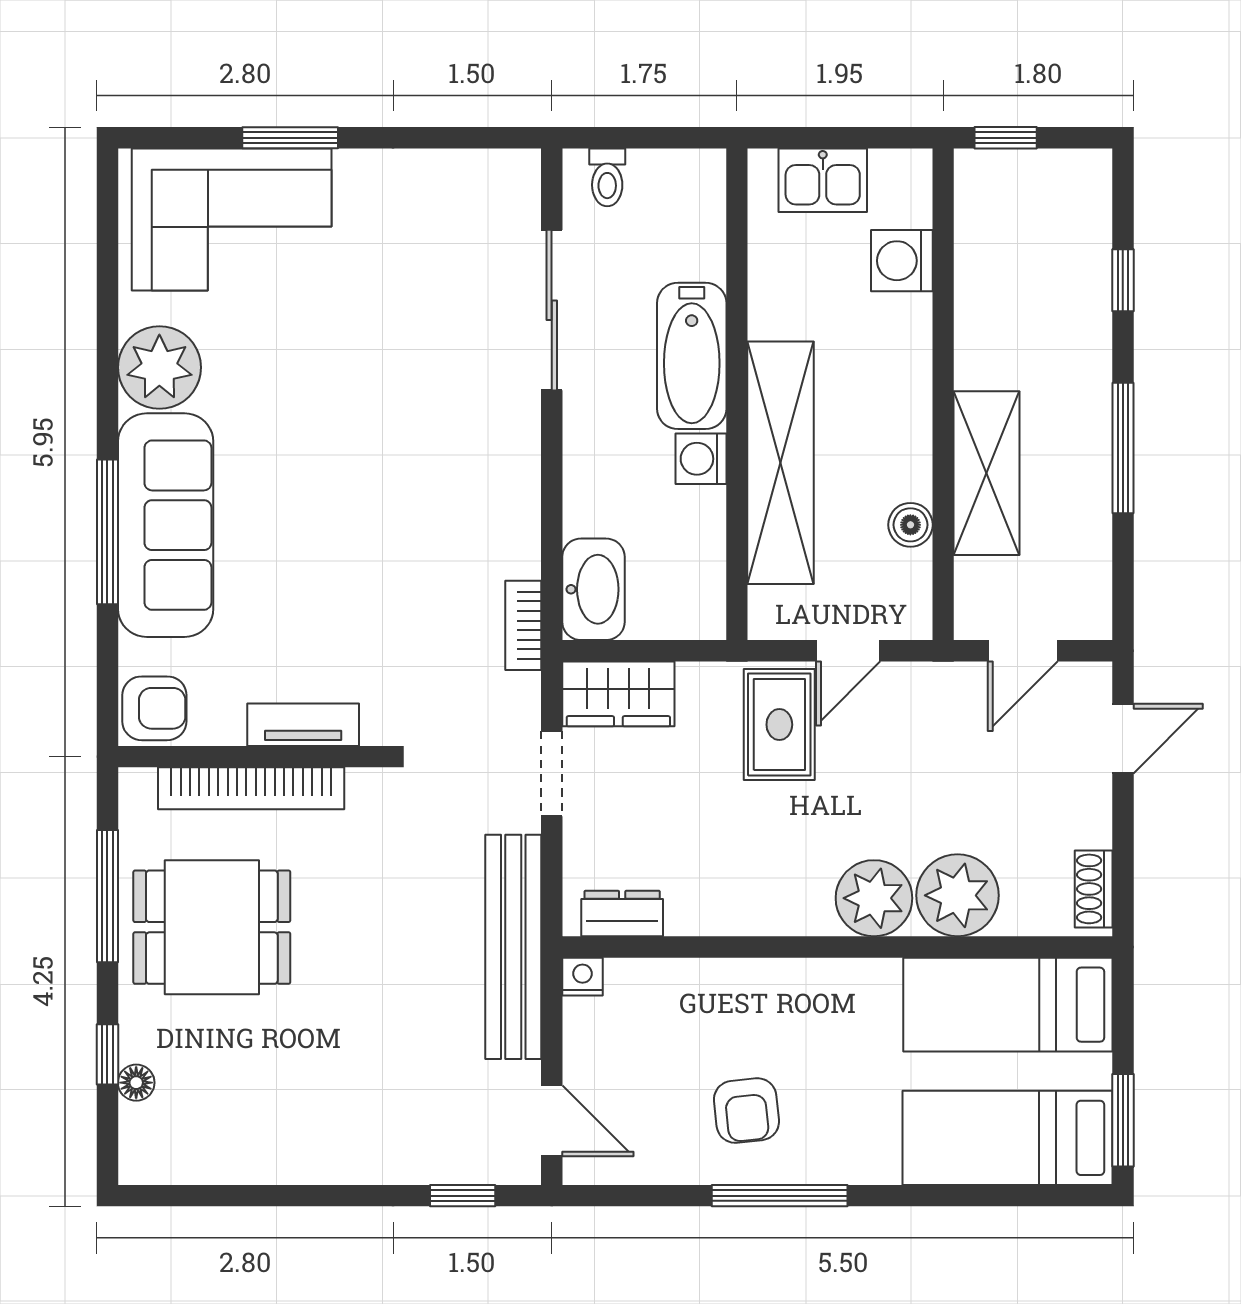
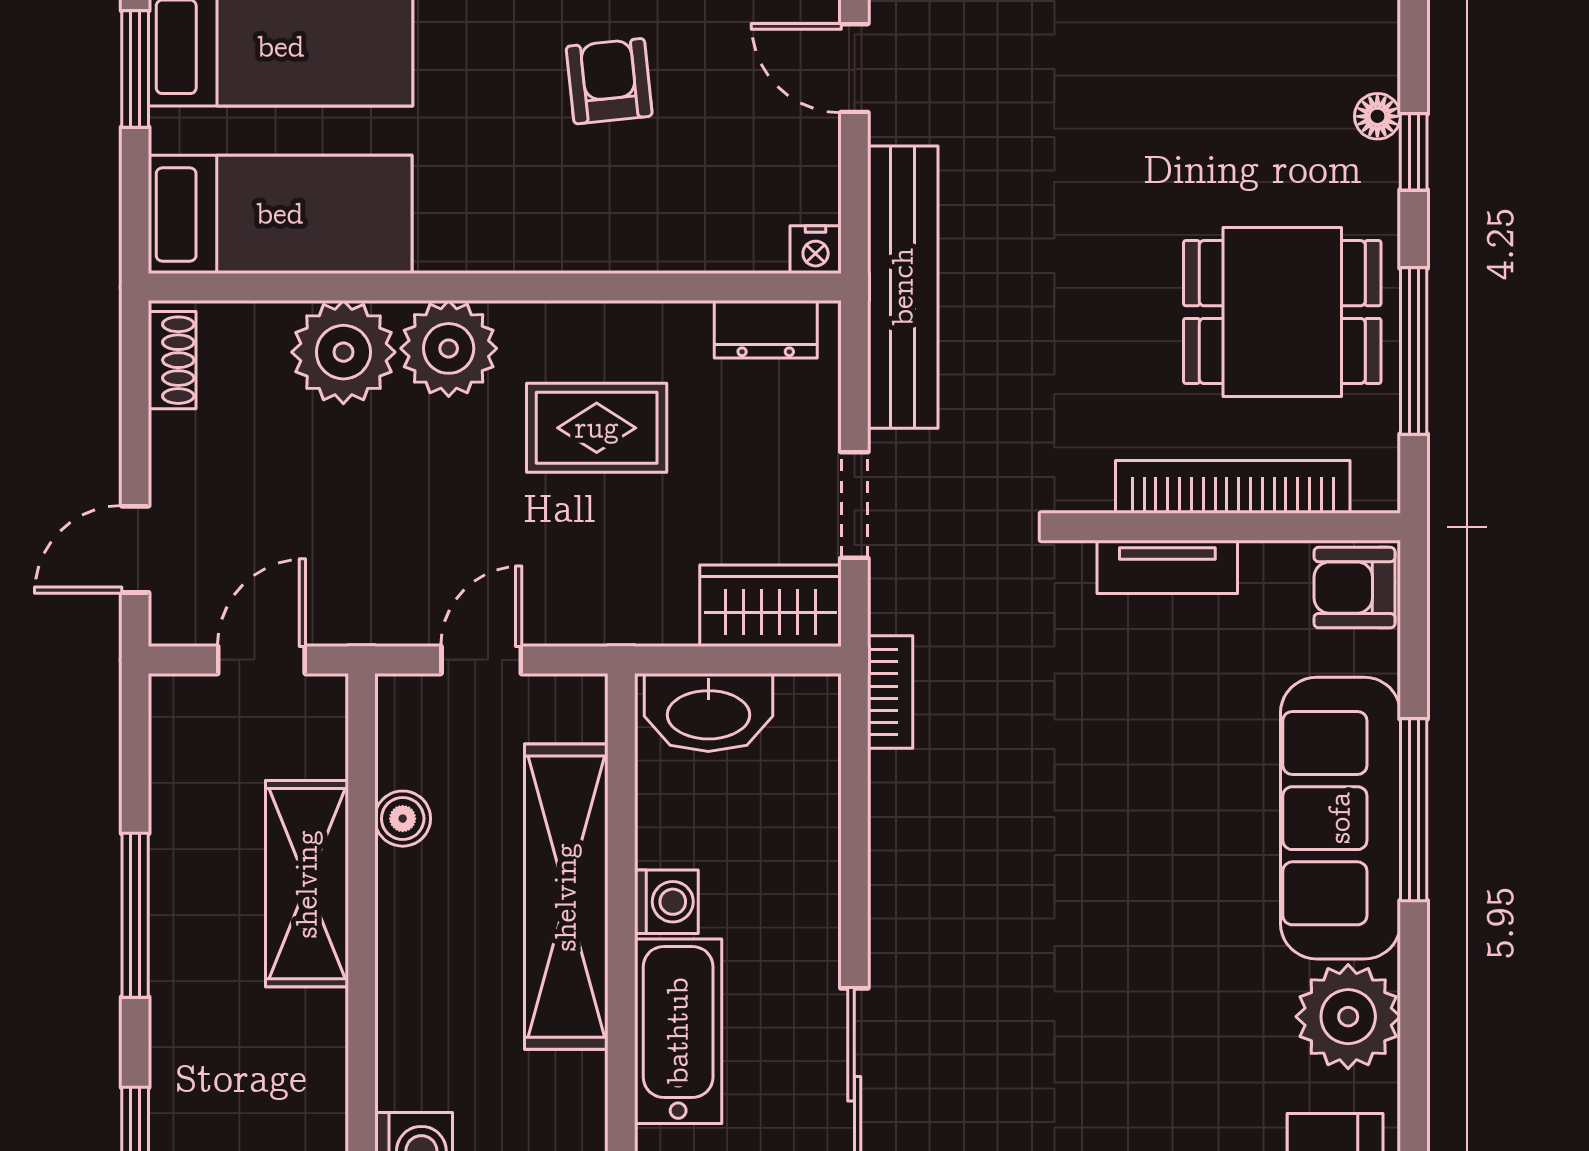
washbasin: (593, 589) -> (708, 712), moved, turned -90
rug: (779, 725) -> (597, 428), moved, turned 90

